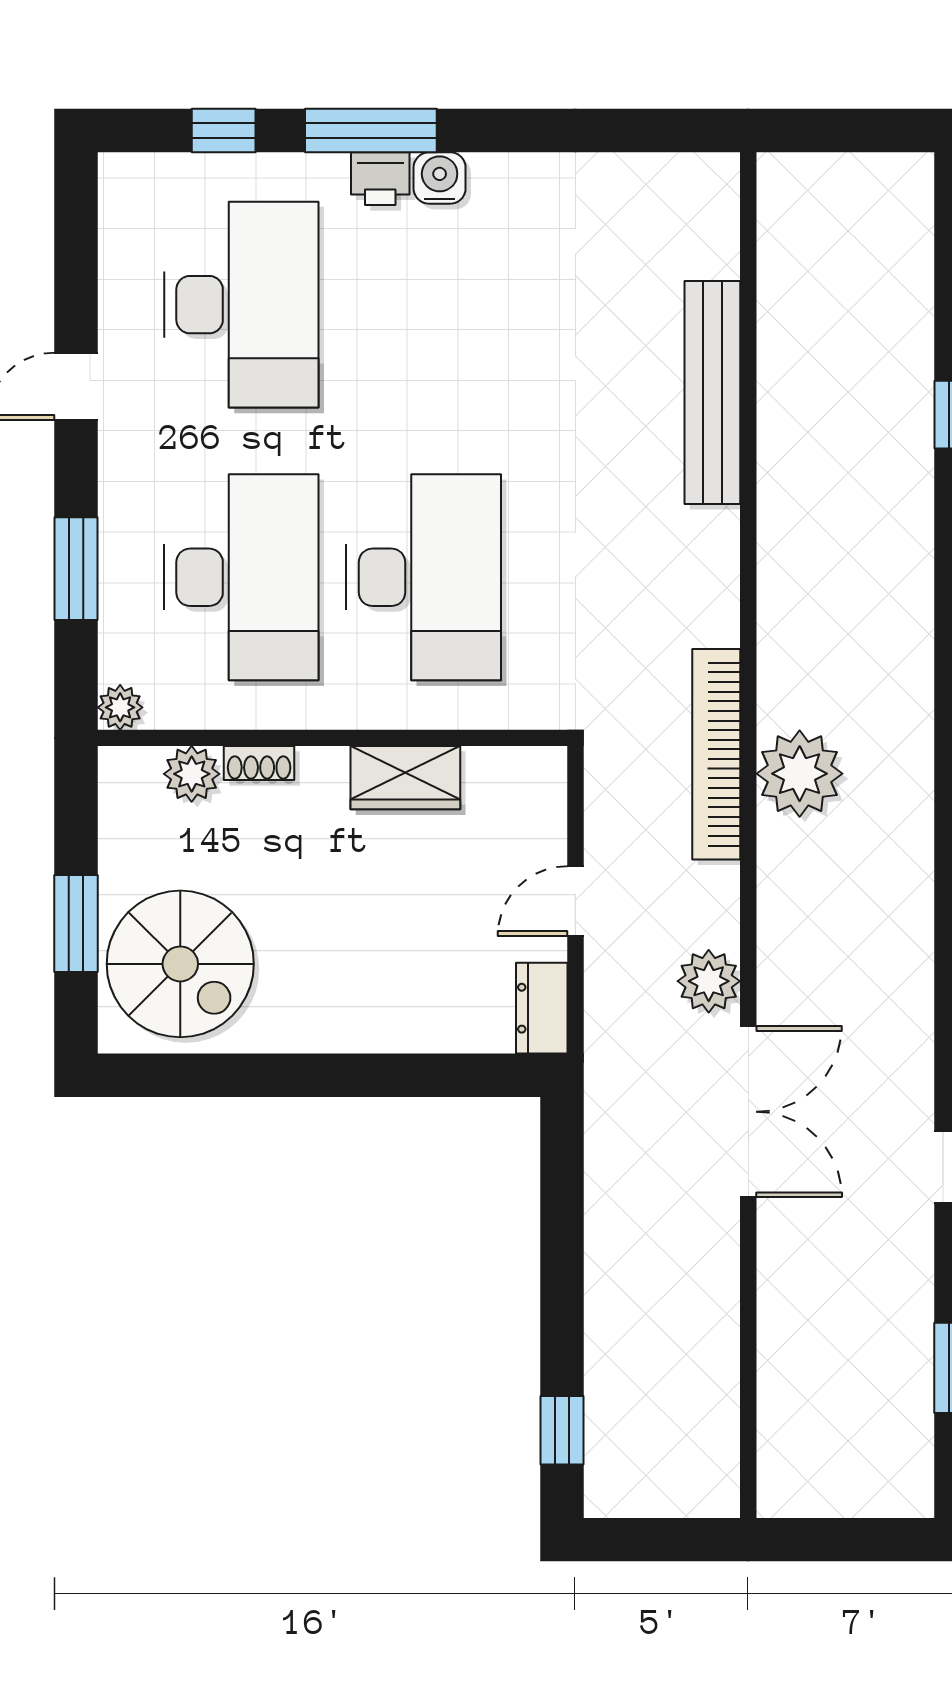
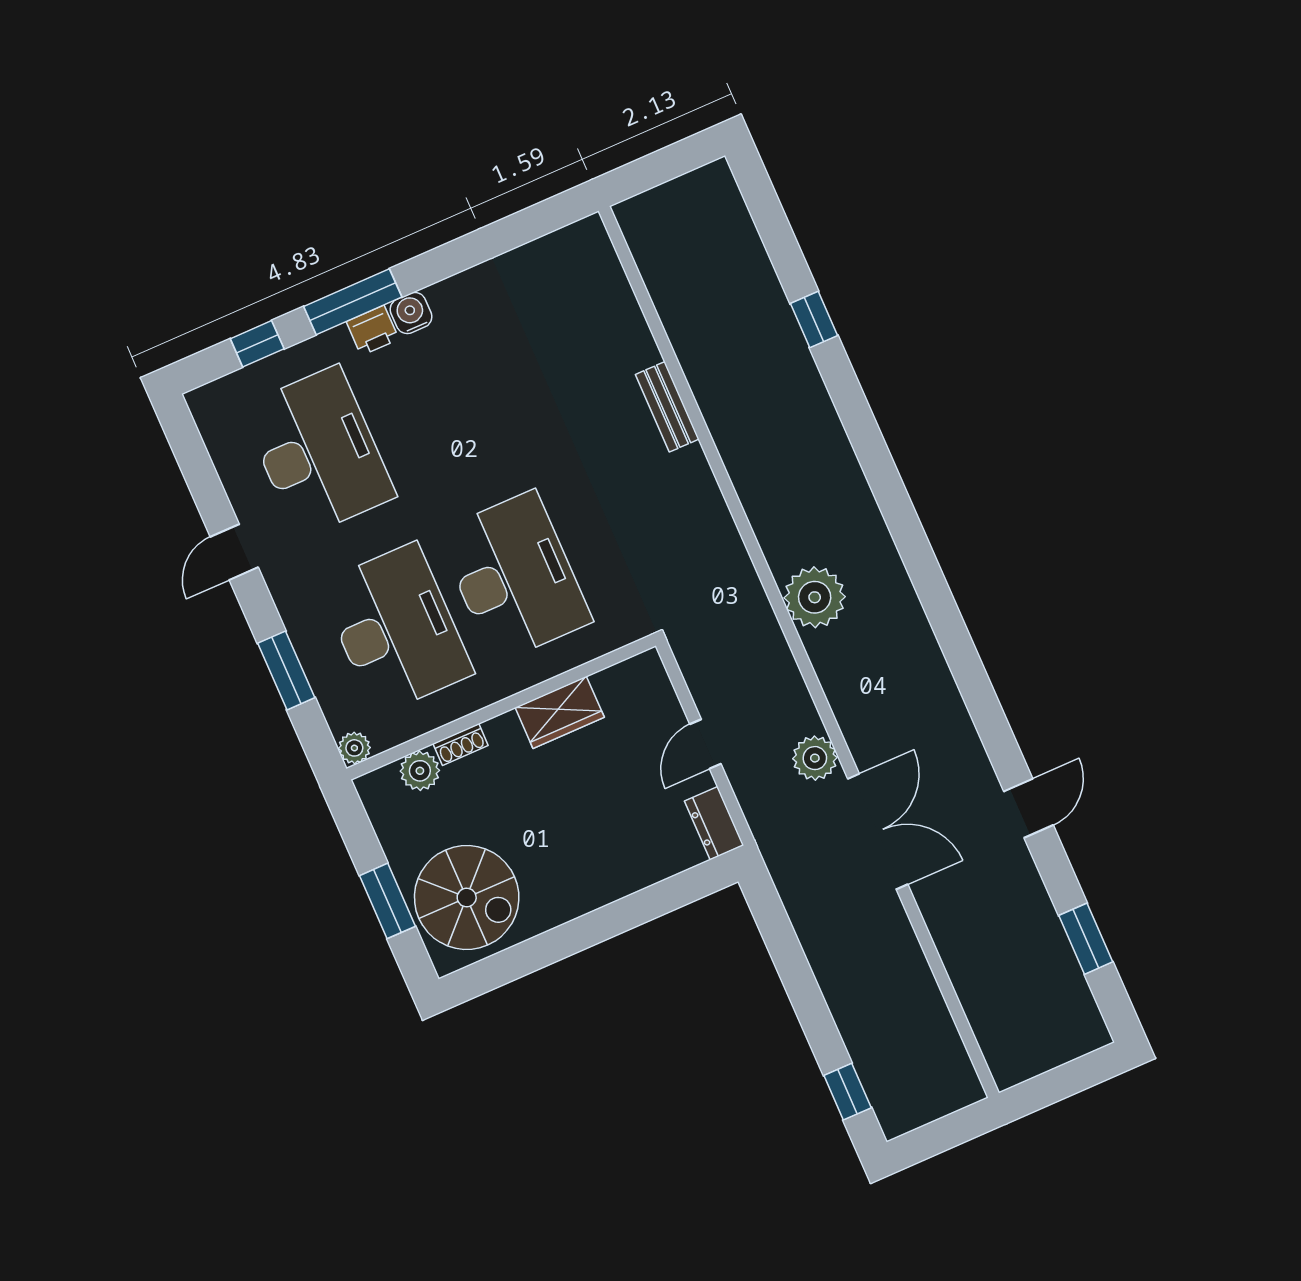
bench: (712, 392) -> (667, 407), width x0.54, depth x0.82
bookcase: (716, 754) -> (755, 608), removed

